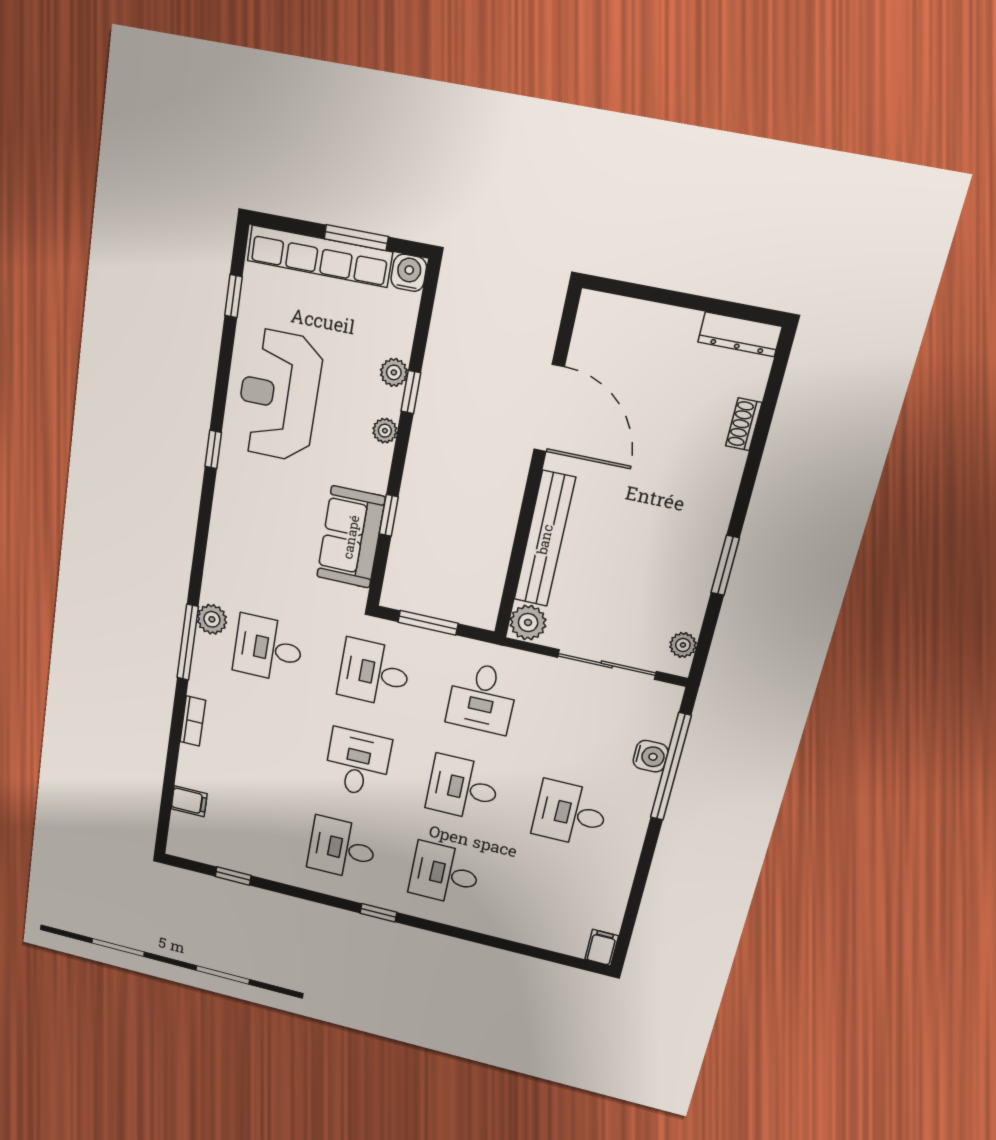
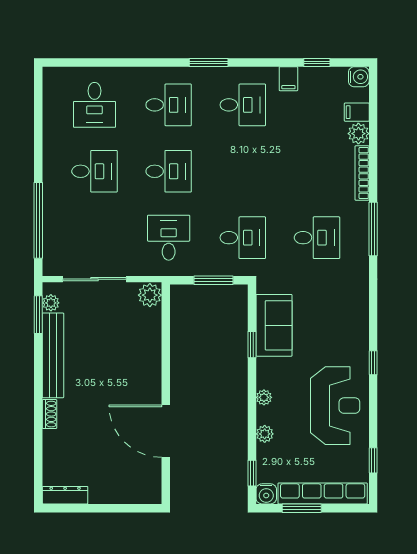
window: (411, 392) -> (252, 473), moved
shoe rack: (744, 424) -> (50, 414), moved
bench: (545, 539) -> (53, 355), moved
window: (725, 565) -> (38, 315), moved
plant: (212, 619) -> (358, 134), moved
bookcase: (193, 721) -> (362, 173), width x1.56
water cooler: (651, 756) -> (359, 77), moved, turned 180
desk: (357, 763) -> (94, 105), moved
window: (378, 913) -> (209, 62), width x1.50
filing cabinet: (602, 948) -> (288, 79), moved

